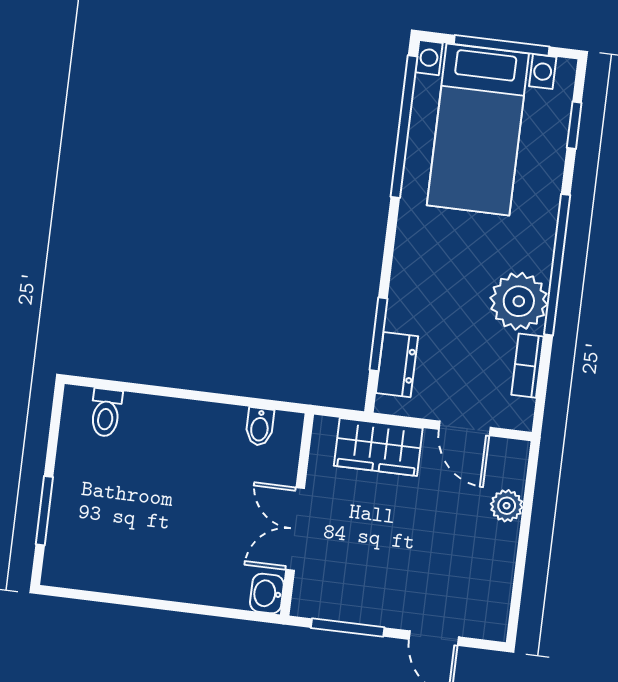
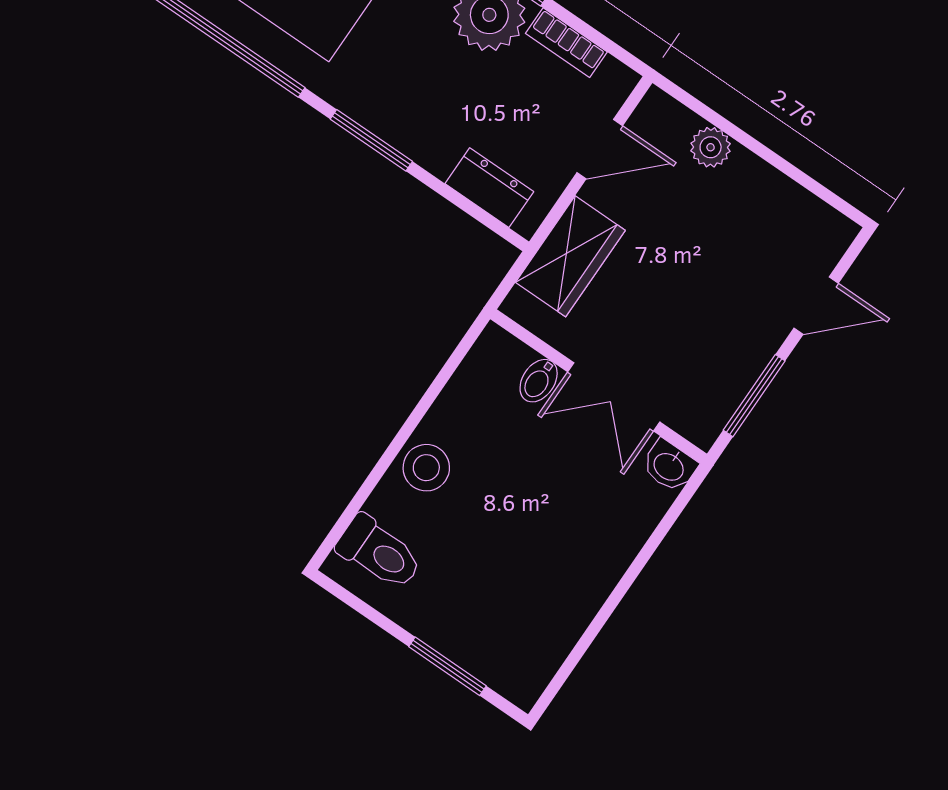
window: (378, 334) -> (371, 140), moved
toilet: (106, 413) -> (379, 553), width x1.37, depth x1.39
stool: (177, 423) -> (426, 468), added
bidet: (260, 427) -> (539, 381), moved, turned 90

